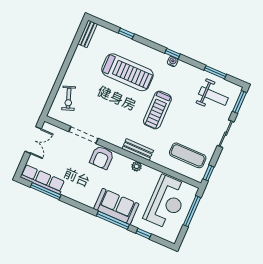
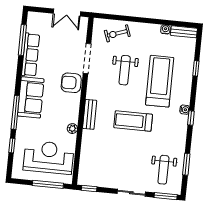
water cooler: (80, 51) -> (165, 29), added
water cooler: (173, 61) -> (185, 110), moved
treadmill: (127, 72) -> (160, 81), turned 180
weight bench: (106, 102) -> (125, 70), added
exercise mat: (188, 155) -> (99, 163), removed
plant: (137, 166) -> (72, 129), moved
row of seats: (43, 179) -> (31, 55), moved
reception desk: (166, 202) -> (49, 157), turned 180
sofa: (116, 206) -> (31, 97), moved

